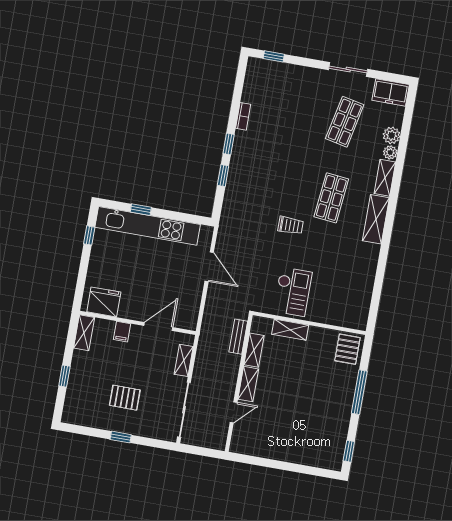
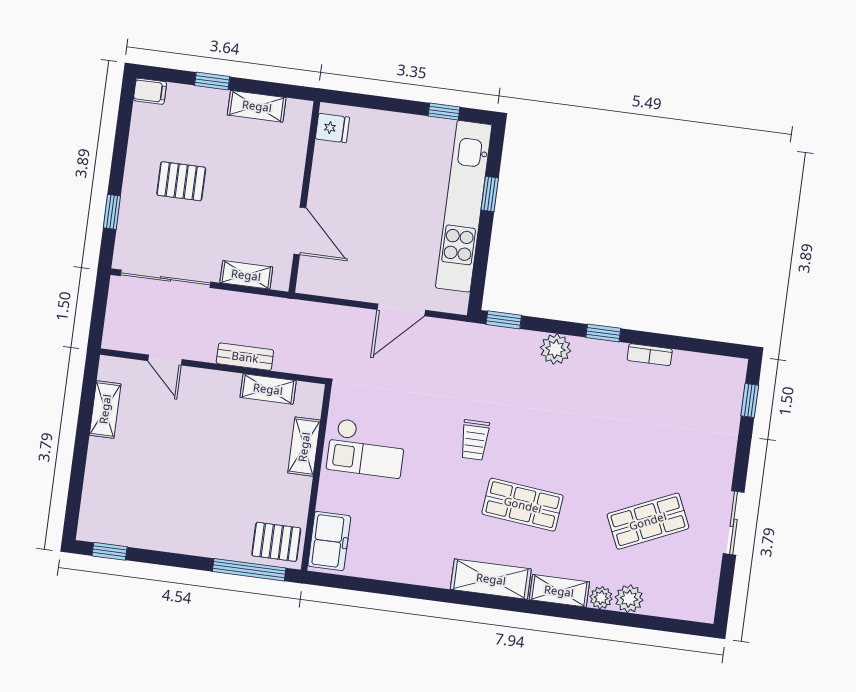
freezer: (391, 92) -> (329, 541), moved, turned 180
shop shelf: (345, 122) -> (648, 521), turned -36
plant: (237, 174) -> (555, 349), added
window: (223, 176) -> (504, 320), moved
fridge: (104, 302) -> (332, 128), width x0.53, depth x0.75
filing cabinet: (122, 332) -> (150, 91), moved, turned 180
shelving: (84, 333) -> (257, 106), moved
bench: (238, 337) -> (245, 357), moved
shelving: (248, 384) -> (105, 409), moved, turned 90
window: (359, 392) -> (249, 570), moved
pallet: (125, 398) -> (181, 181), turned 90
window: (121, 437) -> (112, 212), moved

